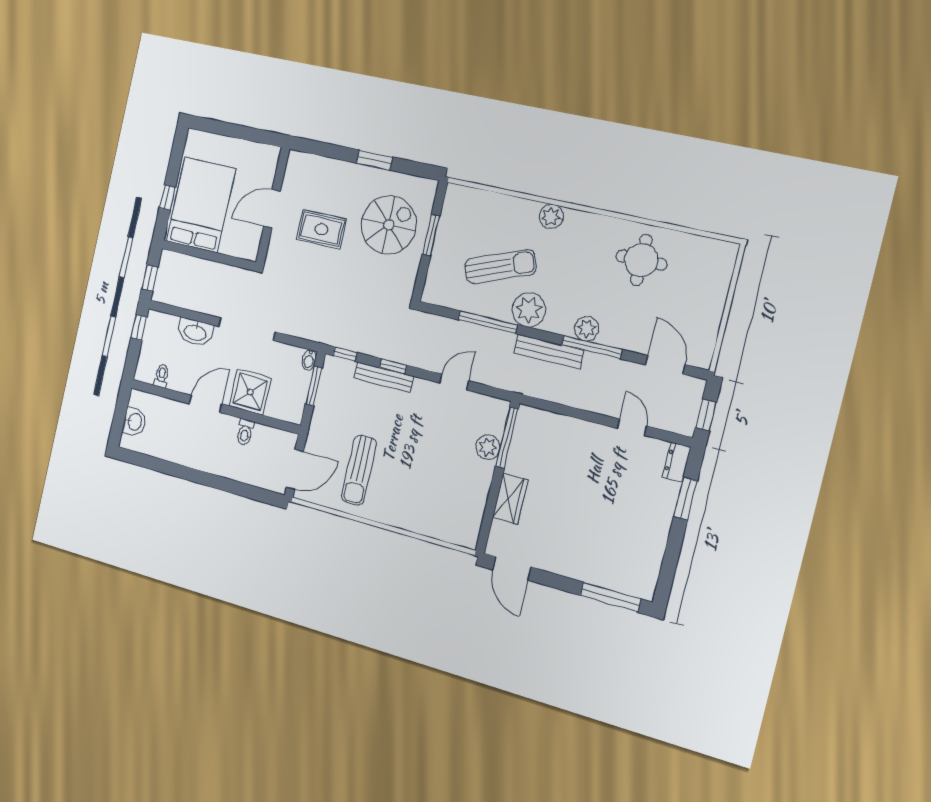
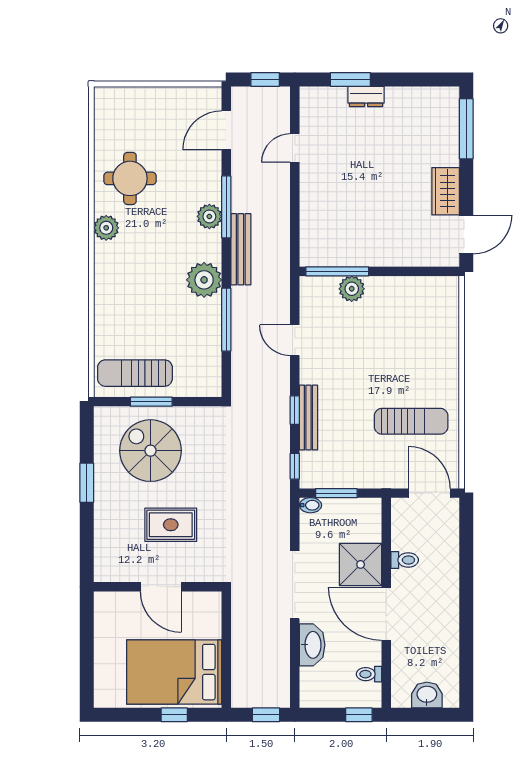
plant: (551, 216) -> (106, 228), moved
rug: (321, 229) -> (171, 525), turned 90
sun lounger: (500, 267) -> (135, 373), moved, turned -69
window: (139, 328) -> (359, 715), moved
door: (206, 404) -> (386, 614), width x1.36
dresser: (677, 462) -> (366, 96), moved
wardrobe: (510, 499) -> (446, 191), moved, turned -90

